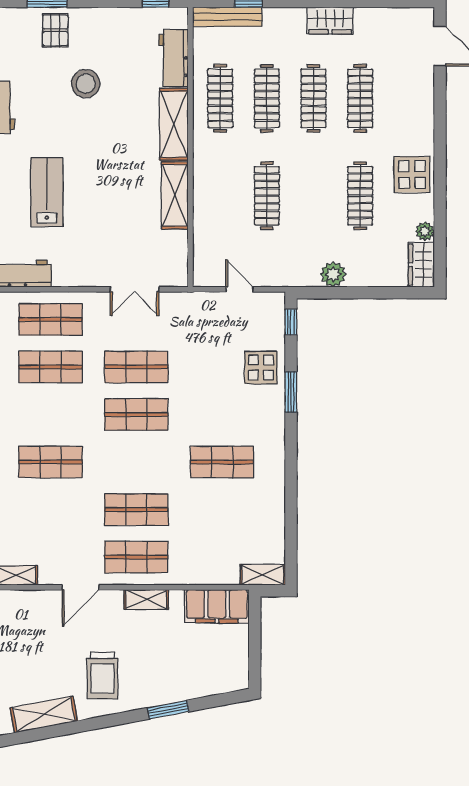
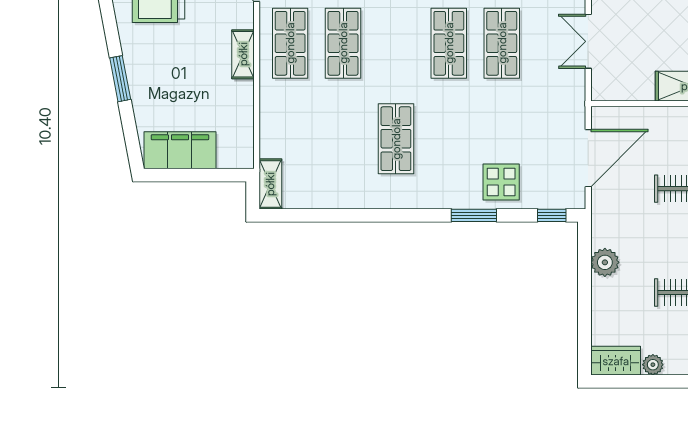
door: (239, 289) -> (588, 158), width x1.88
filing cabinet: (217, 606) -> (180, 150), moved, turned 90

